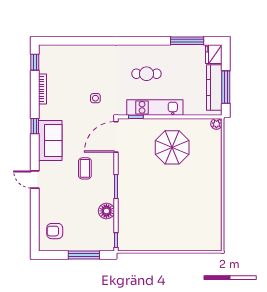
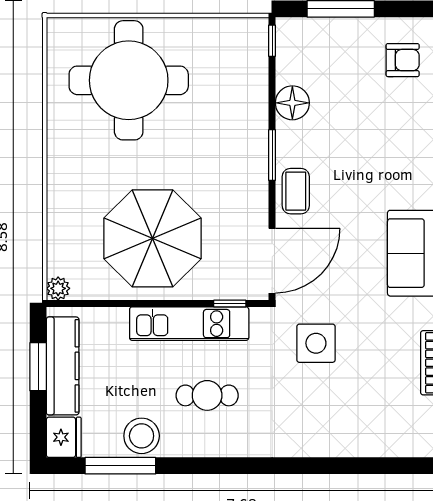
stool: (177, 55) -> (142, 436), added
window: (226, 87) -> (38, 367), width x0.69
side table: (95, 98) -> (316, 343), width x1.87, depth x1.87
parasol: (172, 147) -> (152, 238), width x1.36, depth x1.36
coffee table: (85, 168) -> (296, 191), moved
round table: (183, 222) -> (129, 80), added

